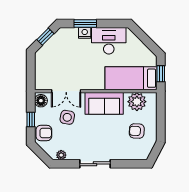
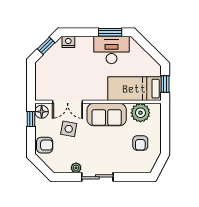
window: (85, 24) -> (110, 32), moved
nightstand: (85, 33) -> (68, 42), moved
window: (31, 119) -> (31, 119), moved
armchair: (137, 131) -> (140, 143), turned -93
plant: (61, 155) -> (76, 168), moved

